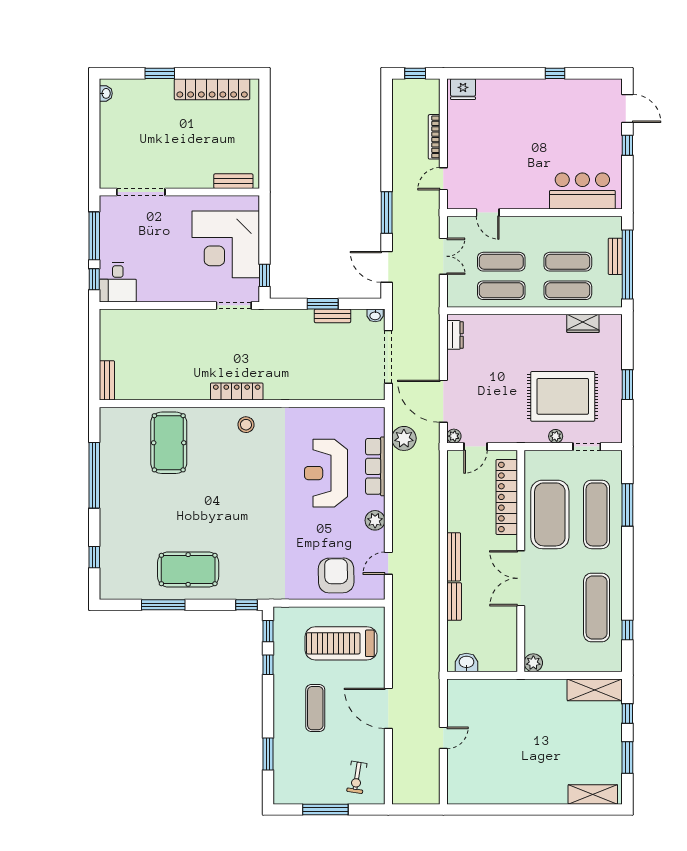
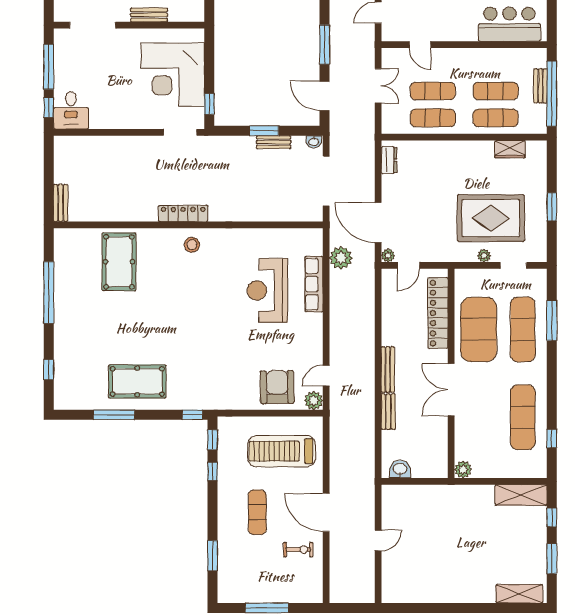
bench: (233, 181) -> (149, 15), moved
plant: (375, 520) -> (314, 401), moved
exercise bike: (357, 777) -> (298, 550), moved, turned -99

